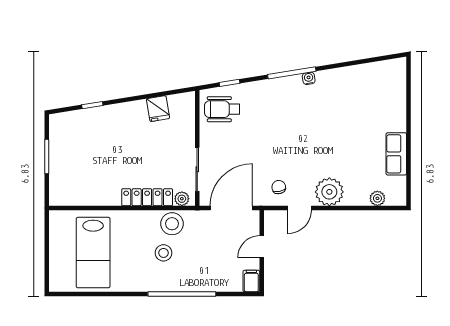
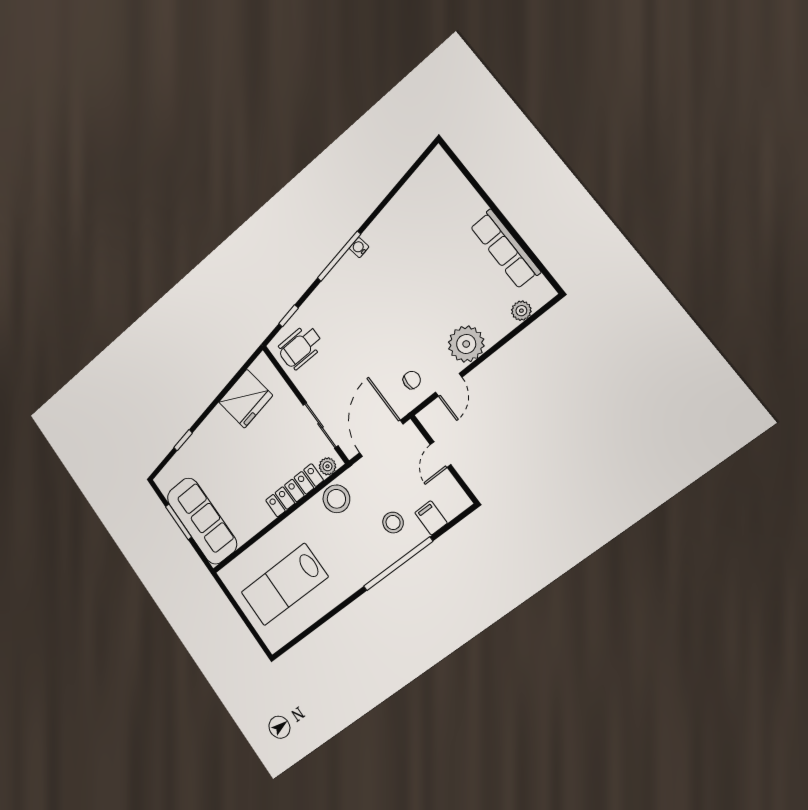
fridge: (158, 109) -> (246, 399), width x1.88, depth x1.34
row of seats: (396, 154) -> (505, 249), width x1.48
sofa: (65, 169) -> (202, 521), added
chair: (279, 187) -> (412, 380), turned 101
lab bench: (93, 253) -> (284, 585), turned 90
stool: (164, 253) -> (393, 523), moved
filing cabinet: (251, 281) -> (431, 518), moved

